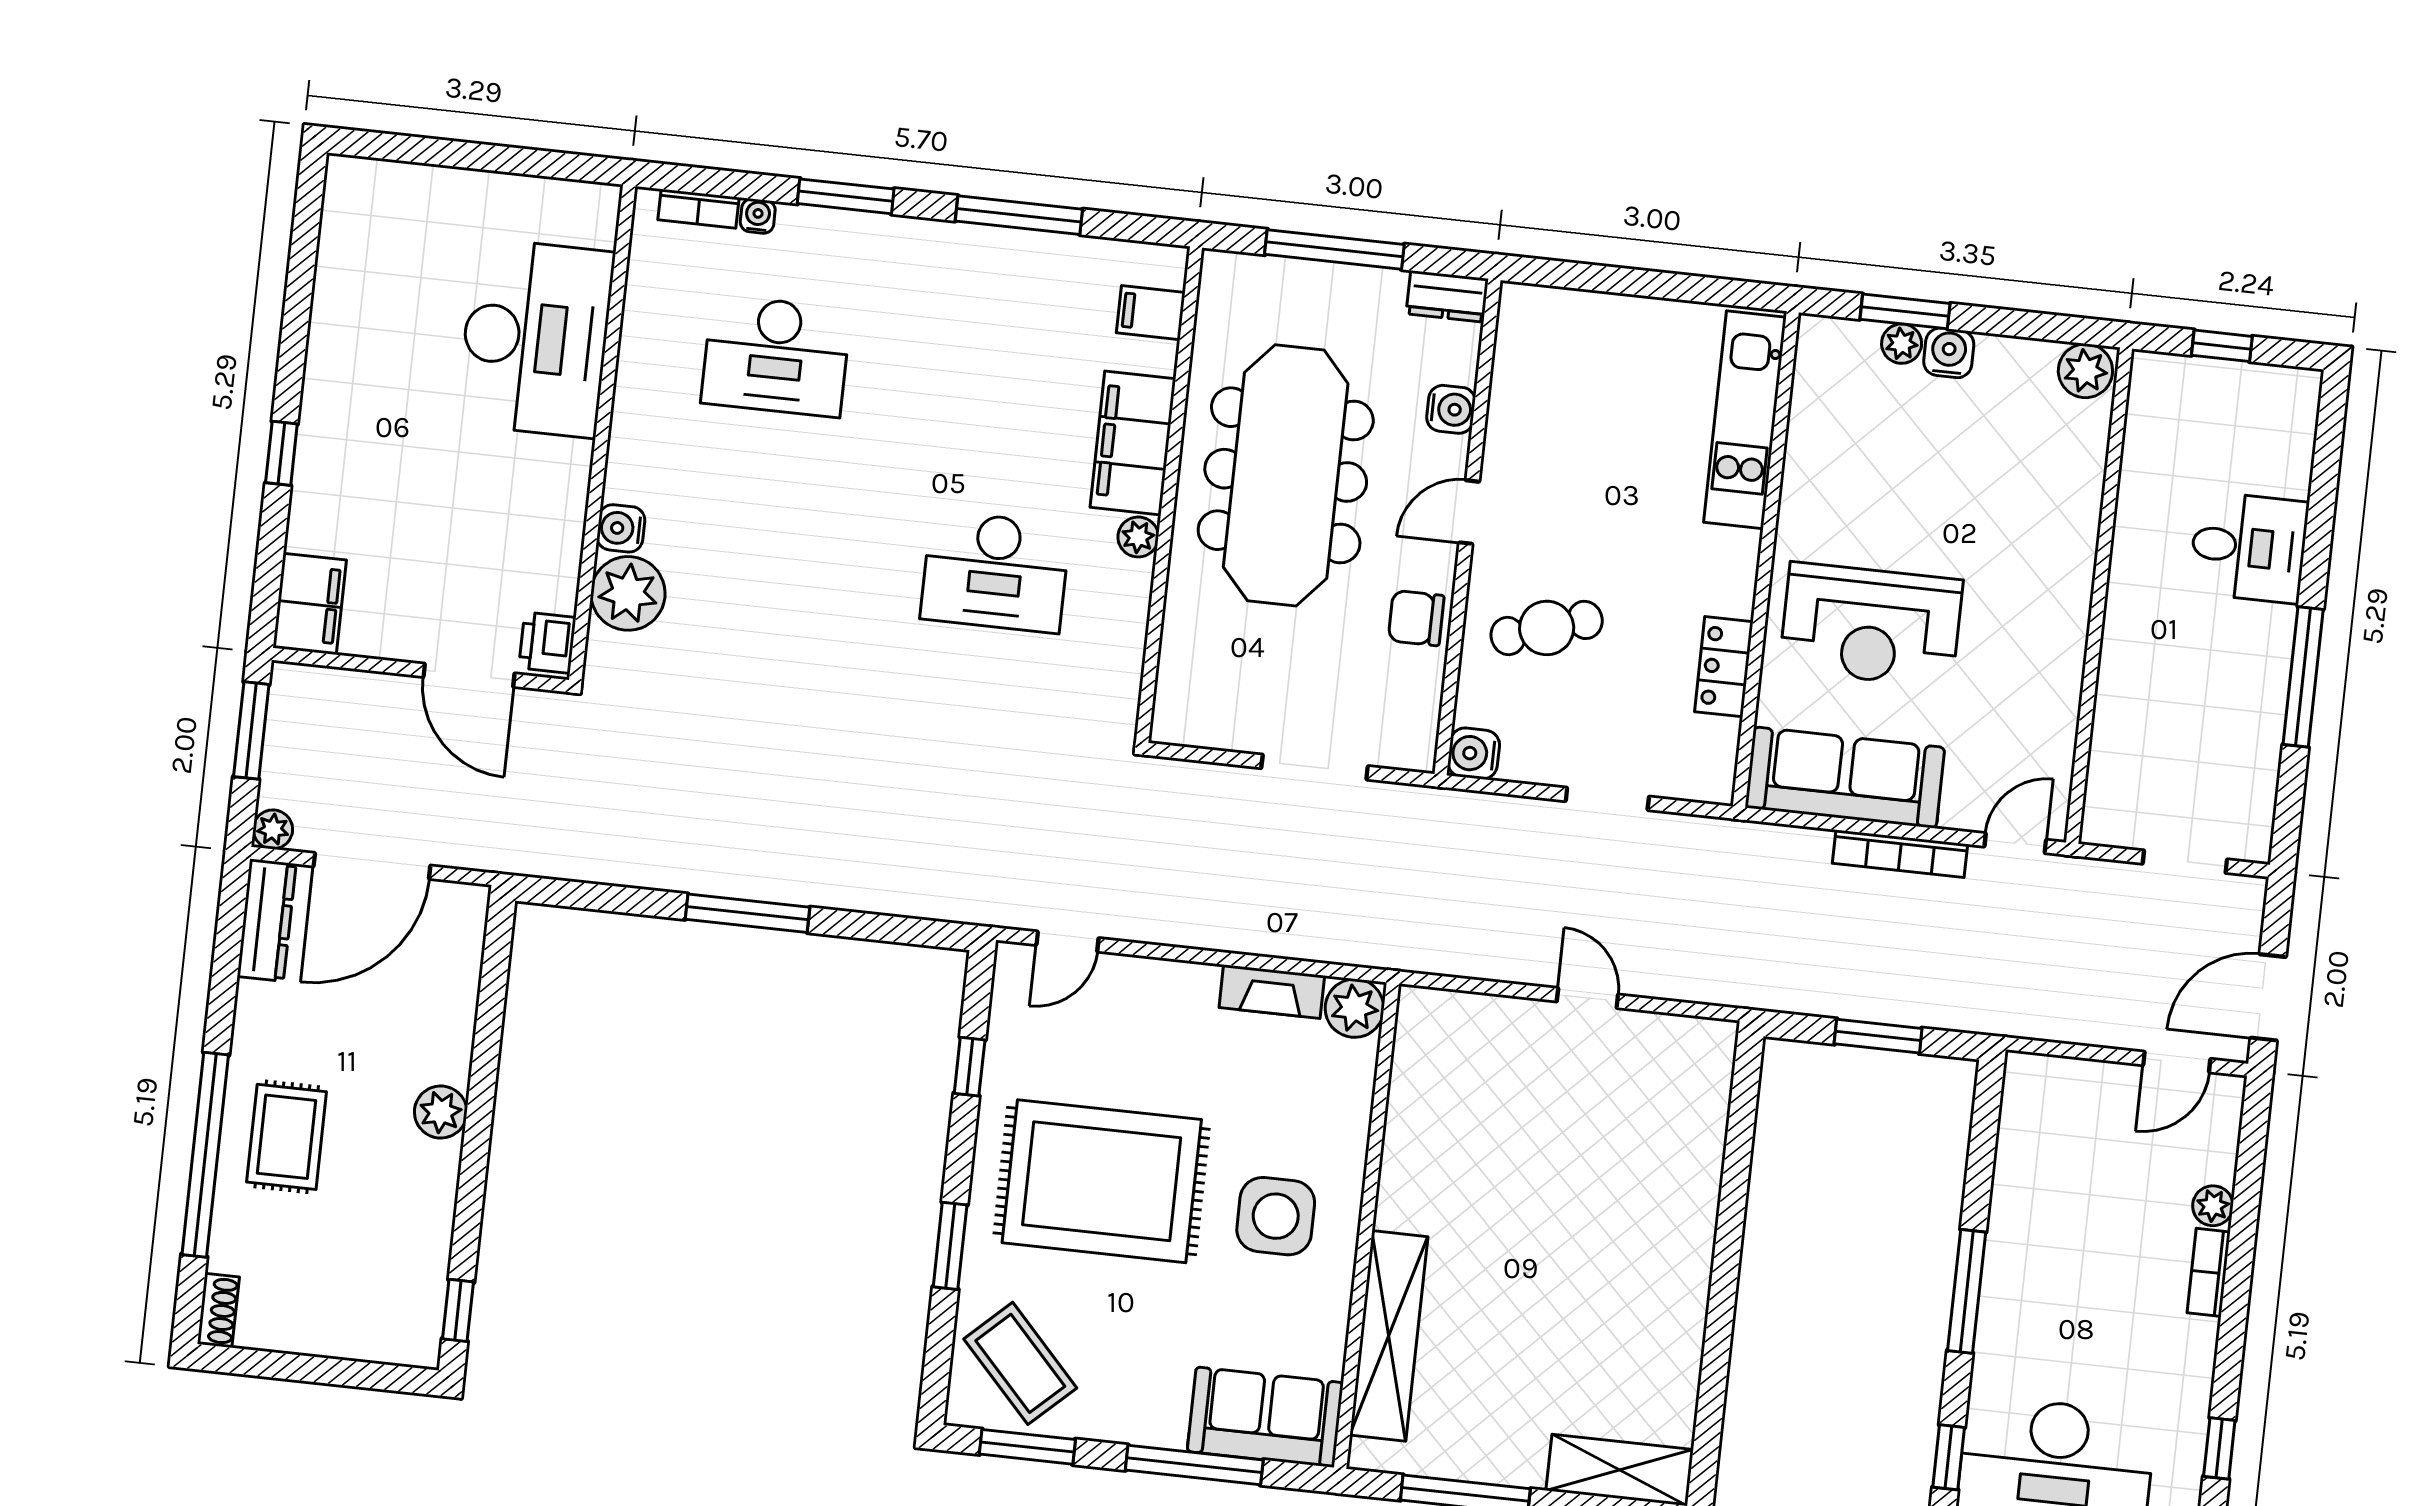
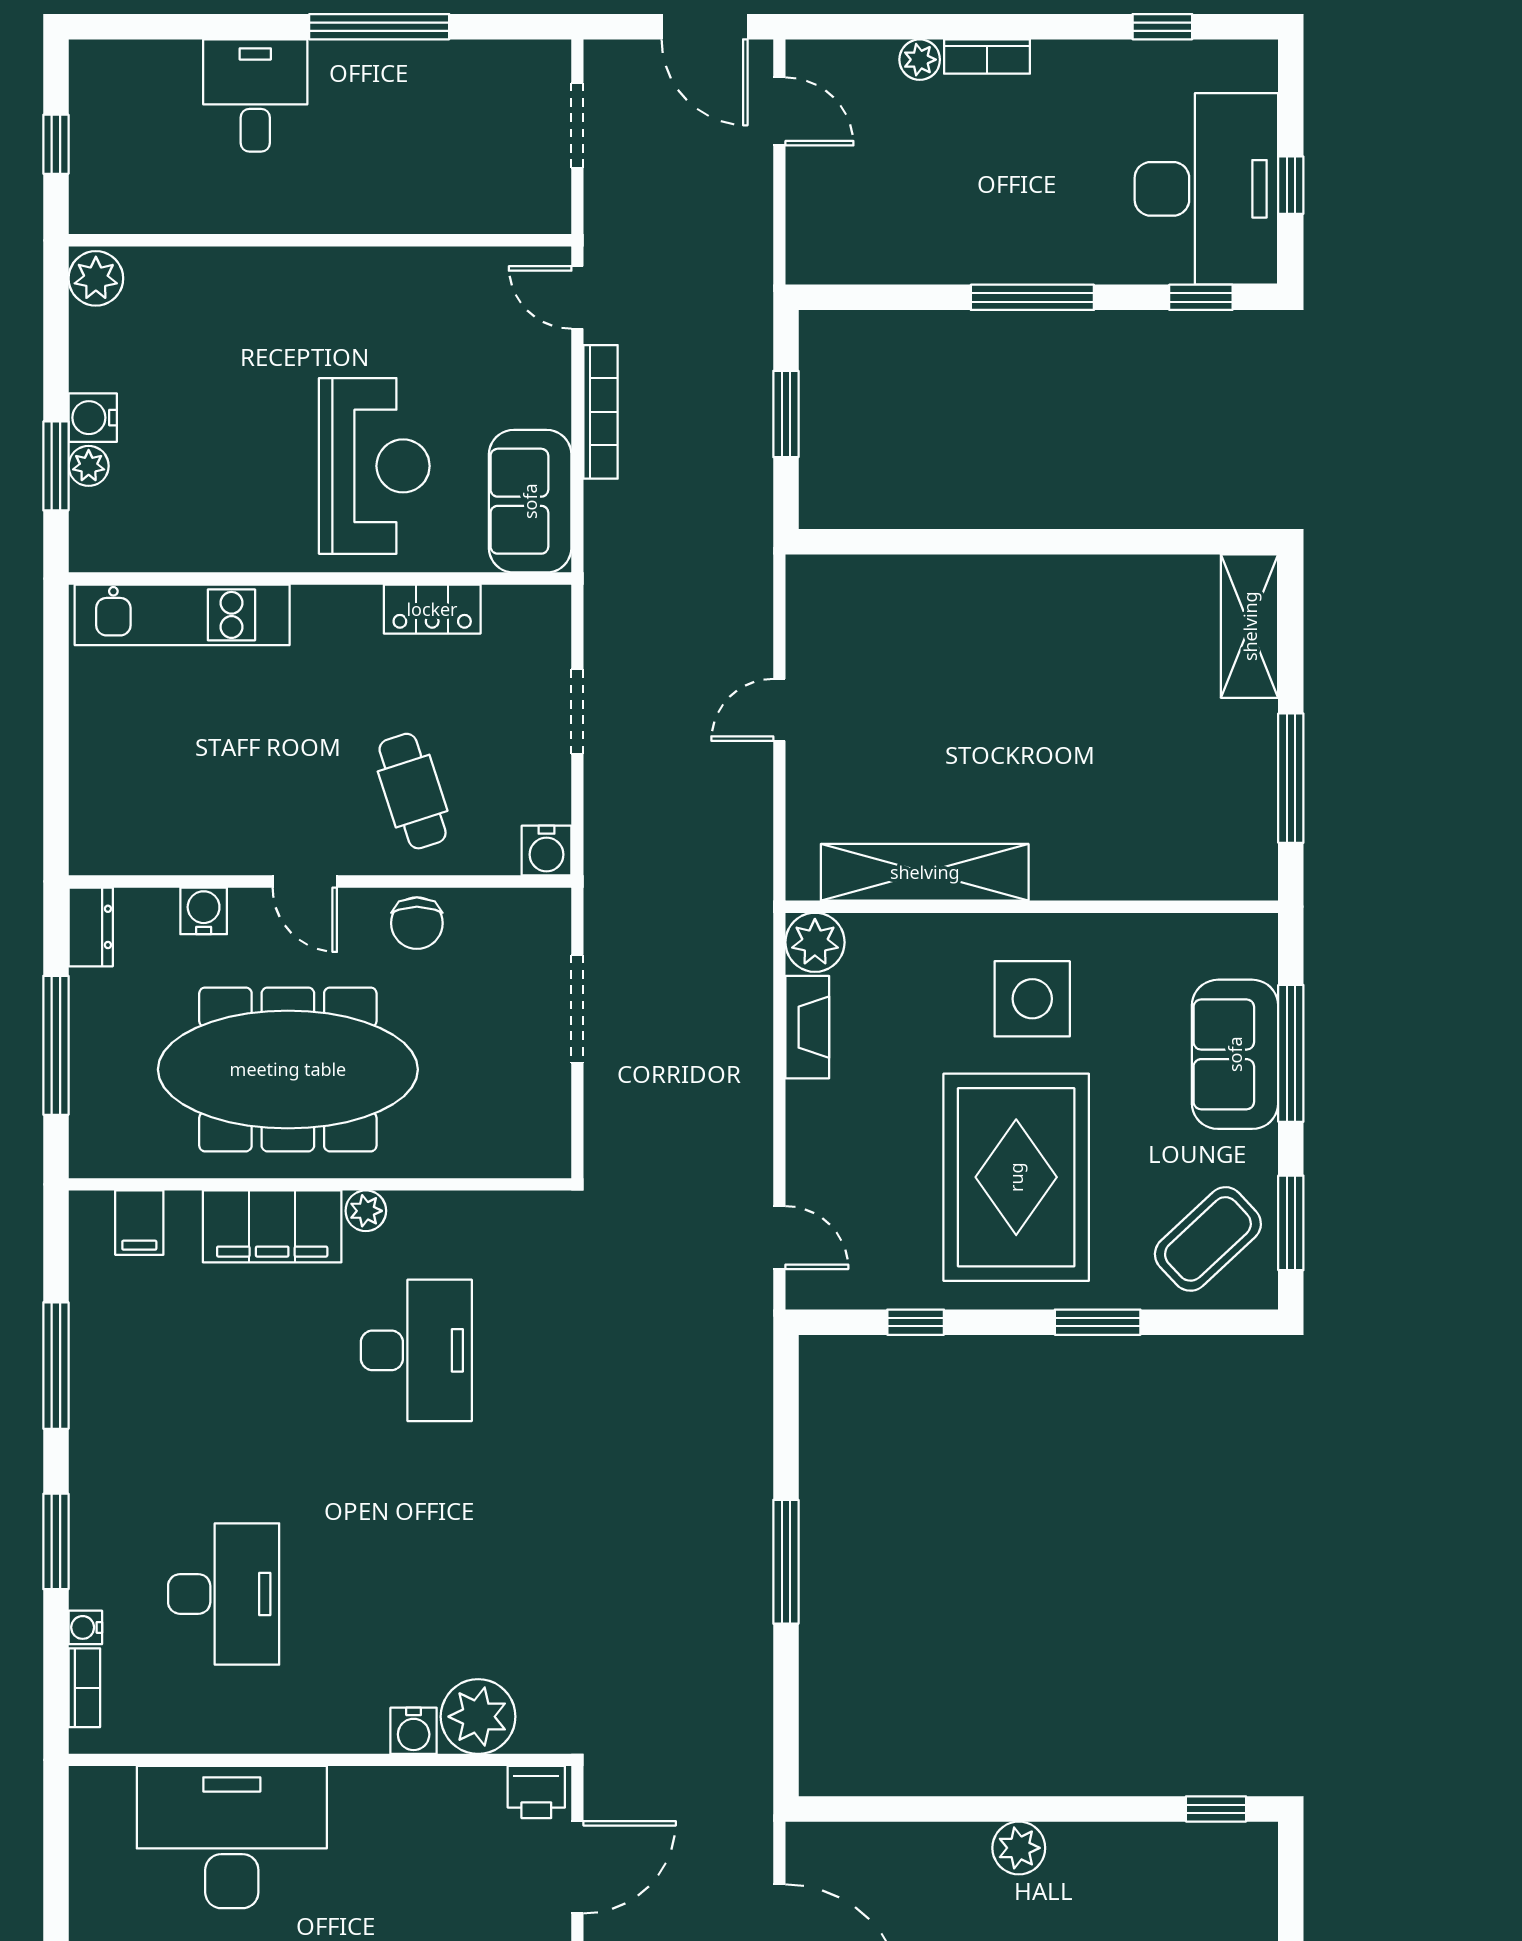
sofa: (1845, 778) -> (530, 501), width x0.73
shelving: (1389, 1336) -> (925, 872), moved
sofa: (1265, 1417) -> (1235, 1054), moved

